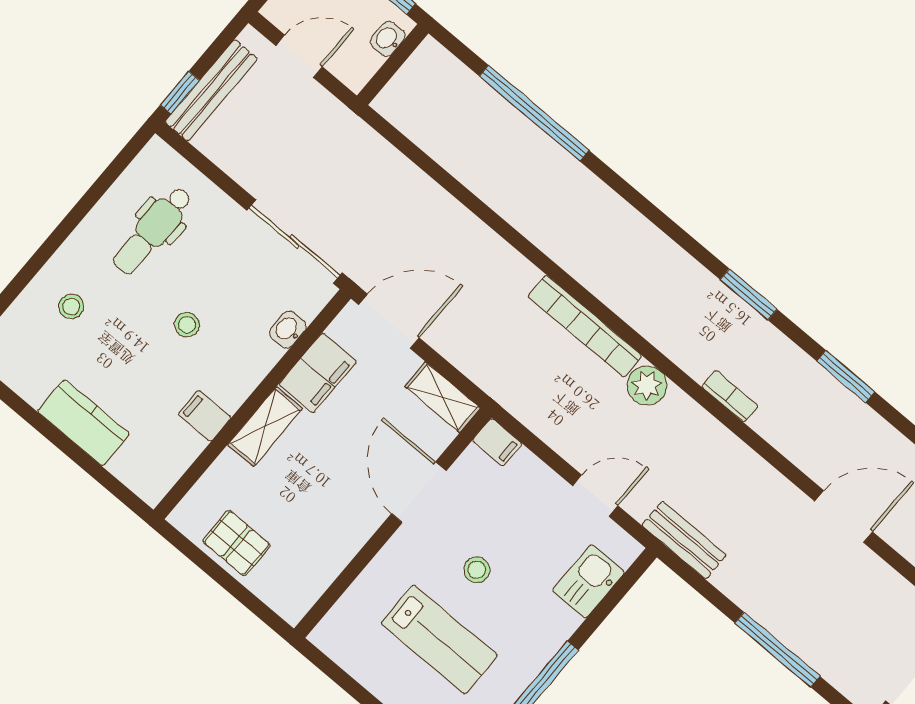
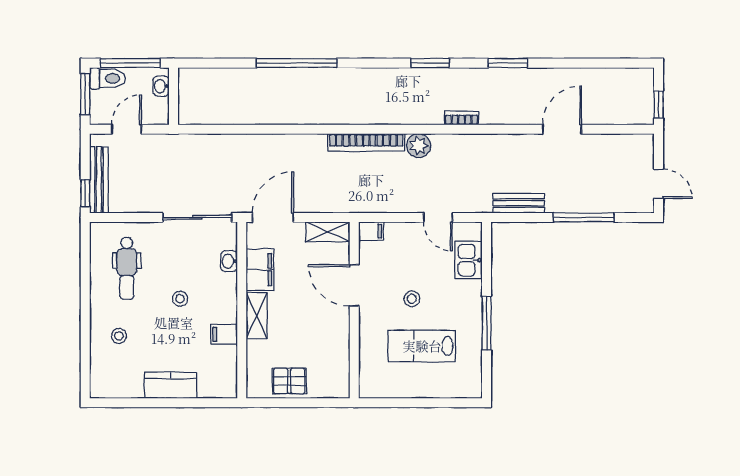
window: (534, 113) -> (297, 63), moved
door: (595, 496) -> (438, 217), swing flipped
bench: (684, 540) -> (519, 203), moved
lab bench: (439, 639) -> (422, 346), turned 180

